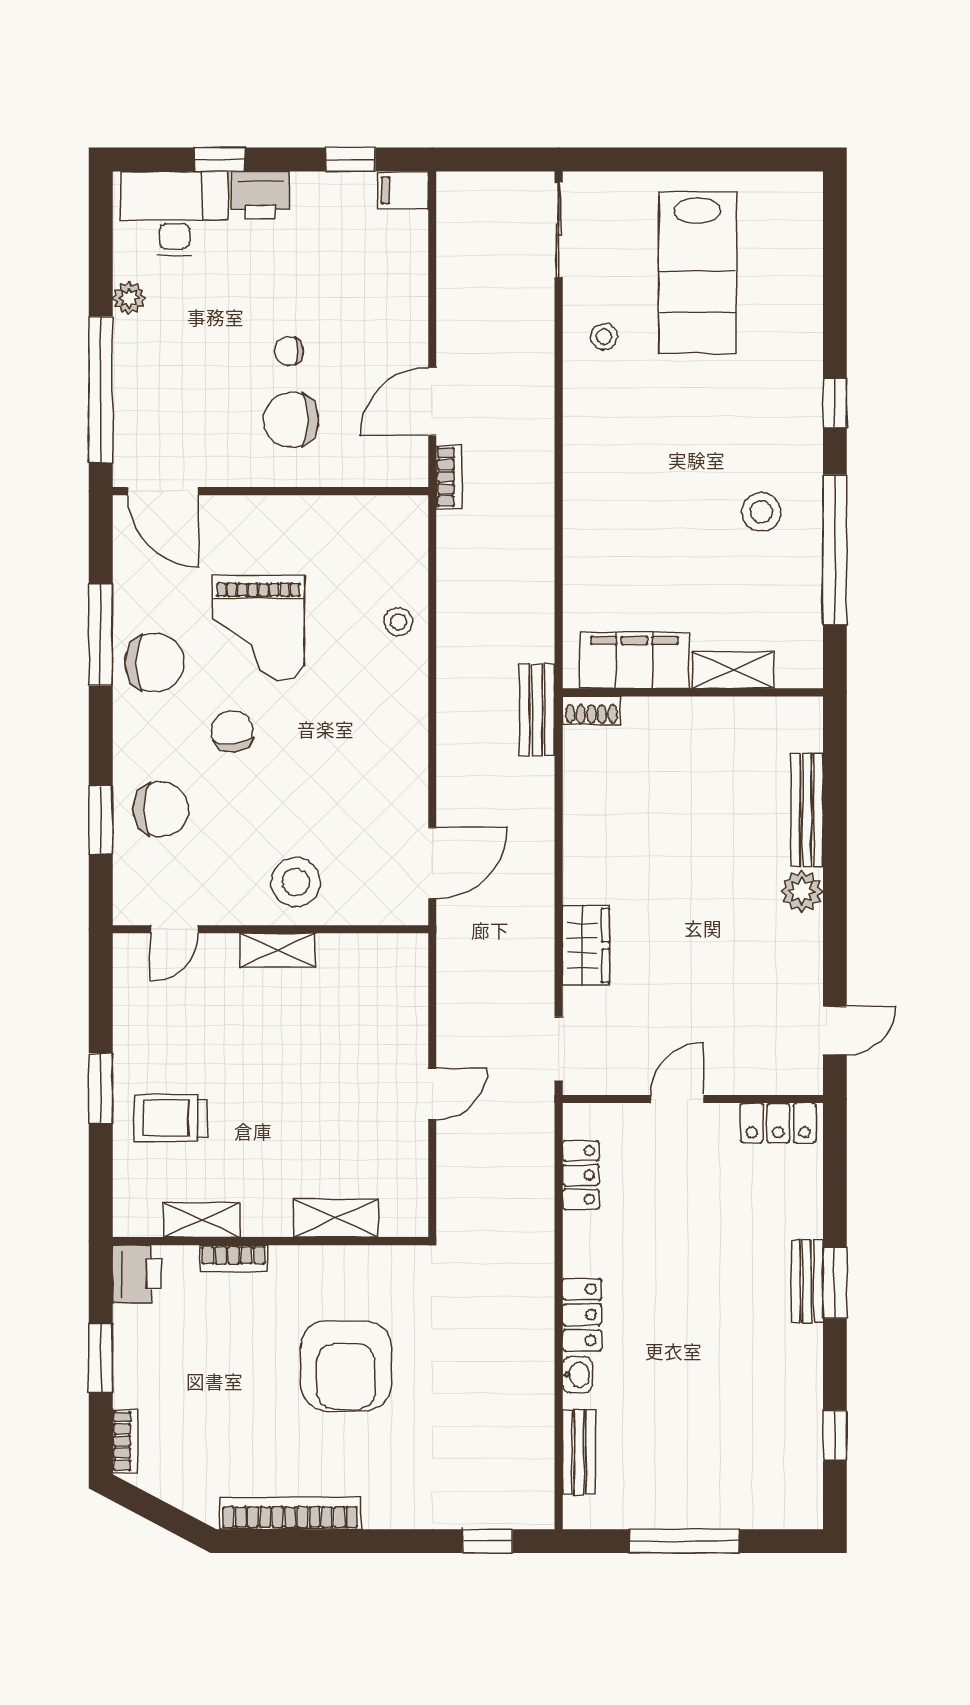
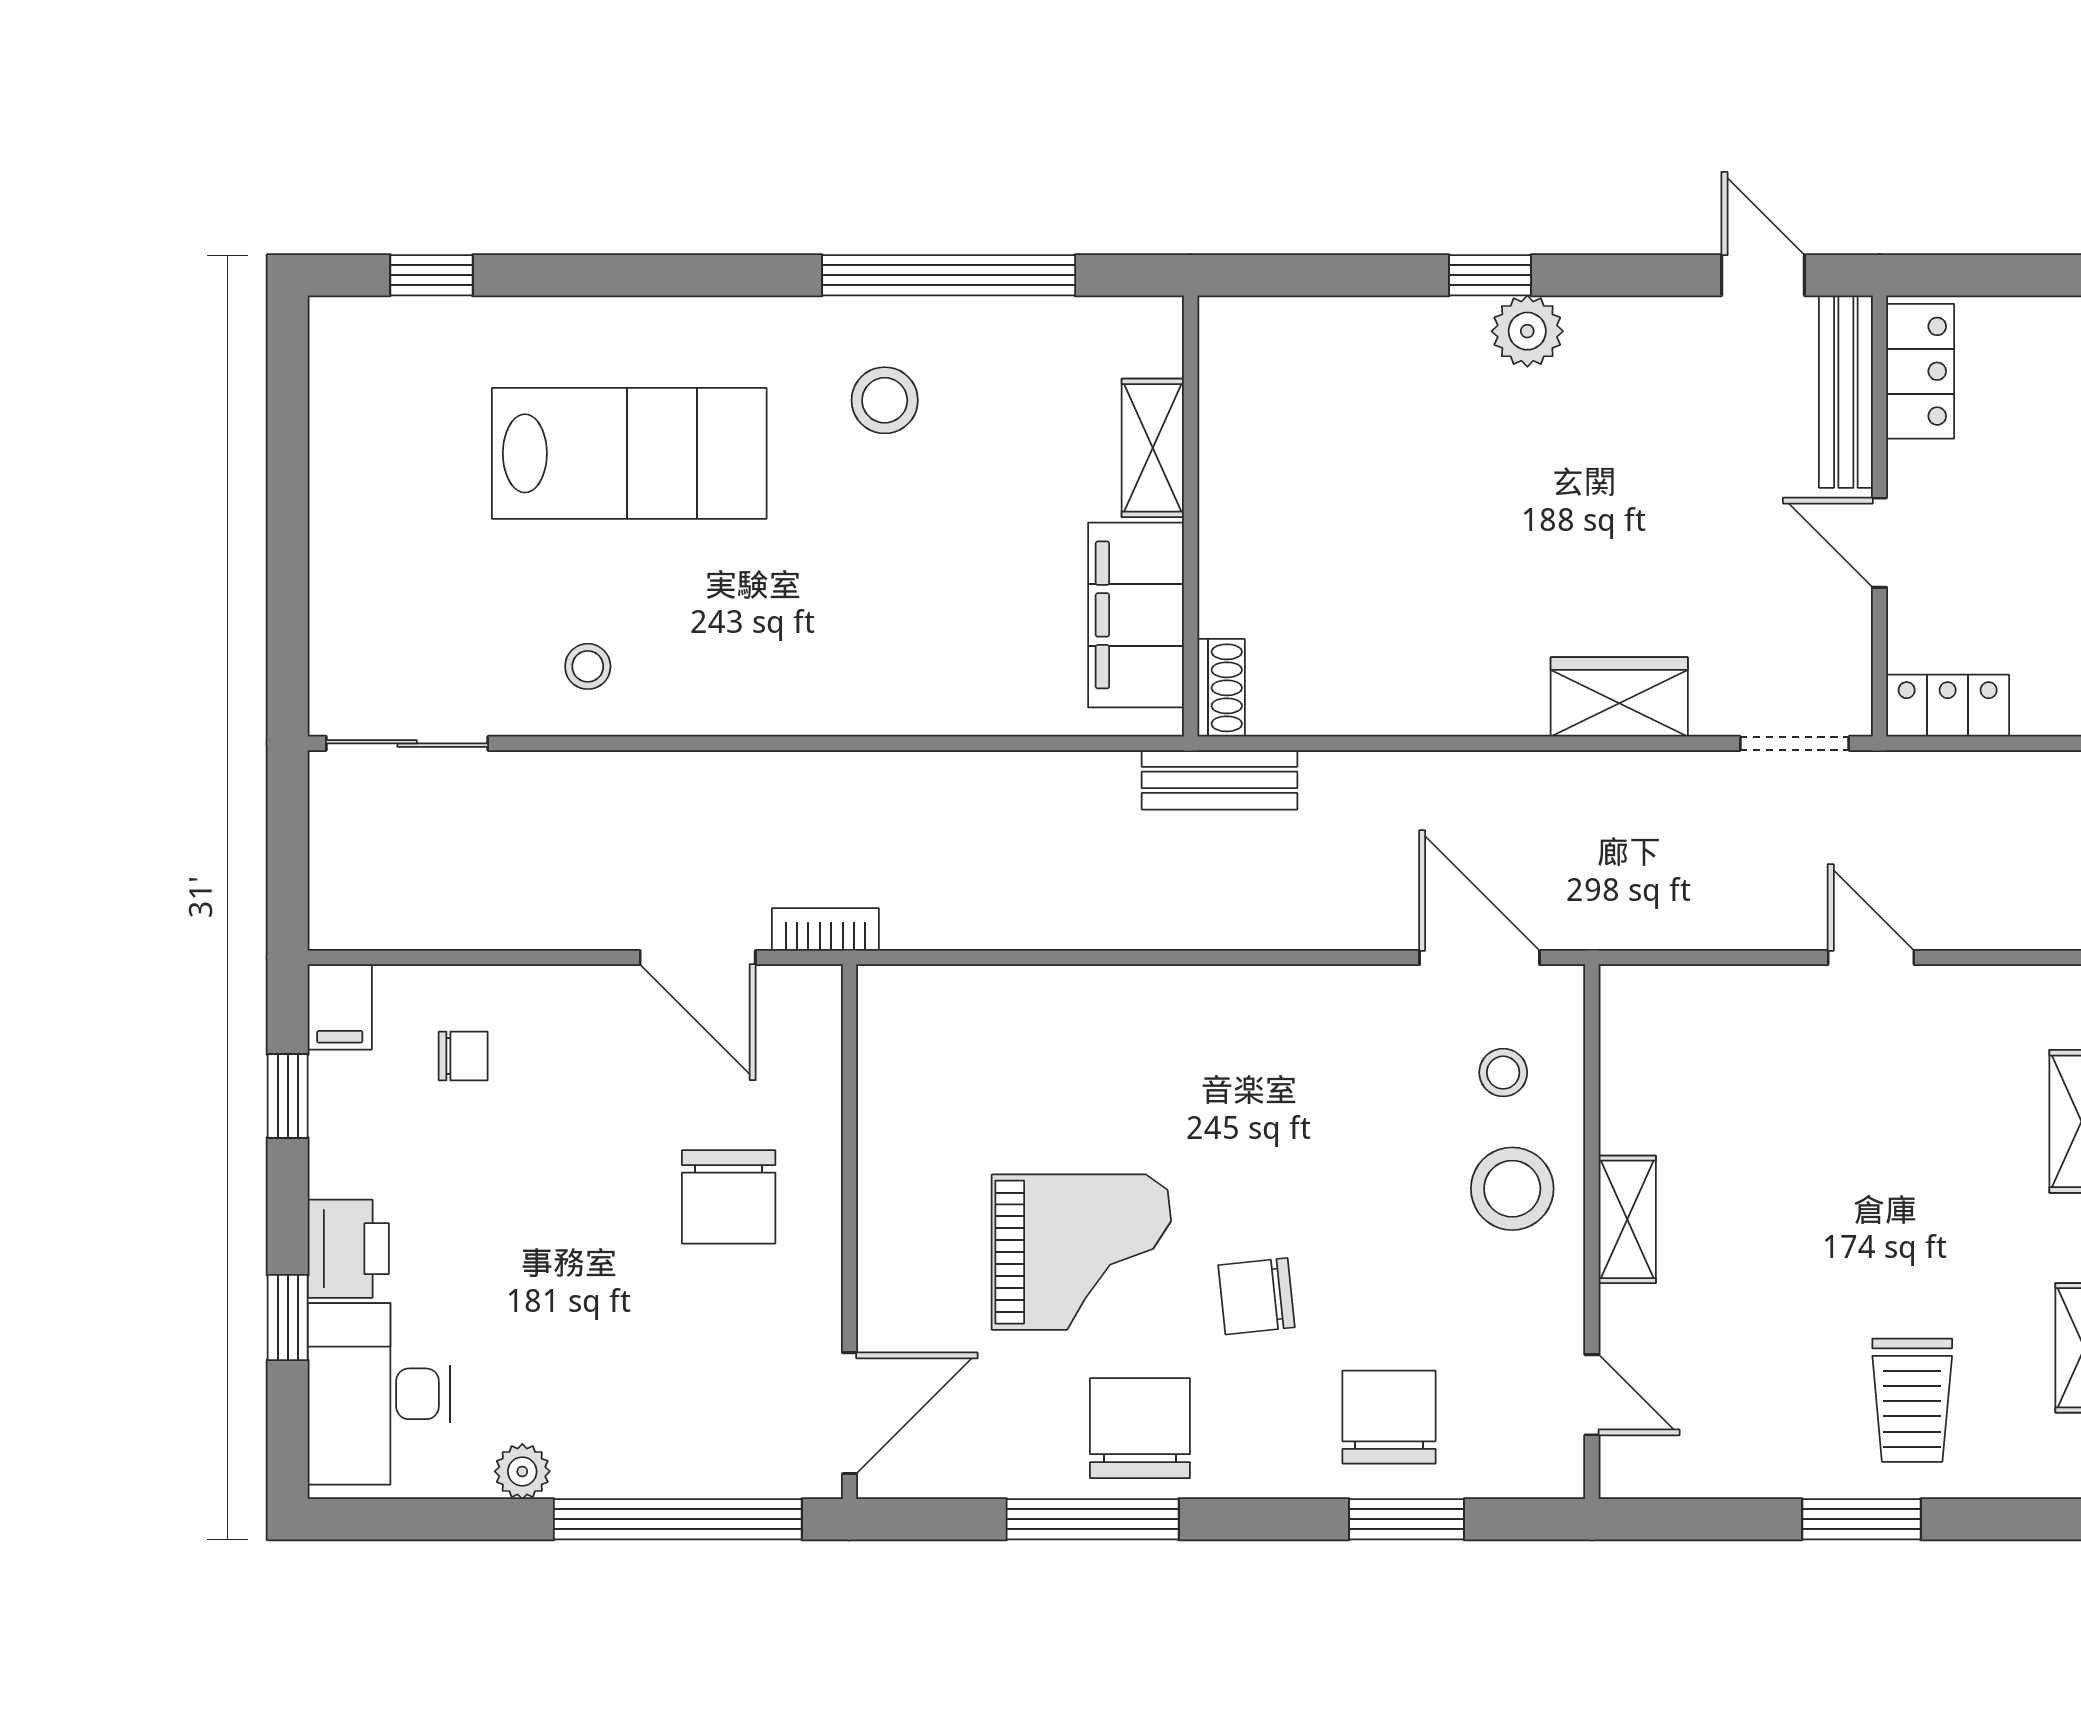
lab bench: (697, 272) -> (629, 453), moved
chair: (289, 351) -> (463, 1056), moved, turned -90
window: (835, 403) -> (431, 275), moved
stool: (398, 622) -> (1503, 1073), moved
bench: (807, 810) -> (1846, 392), moved, turned 90
window: (835, 869) -> (1490, 275), added
locker: (581, 1175) -> (1948, 706), moved

